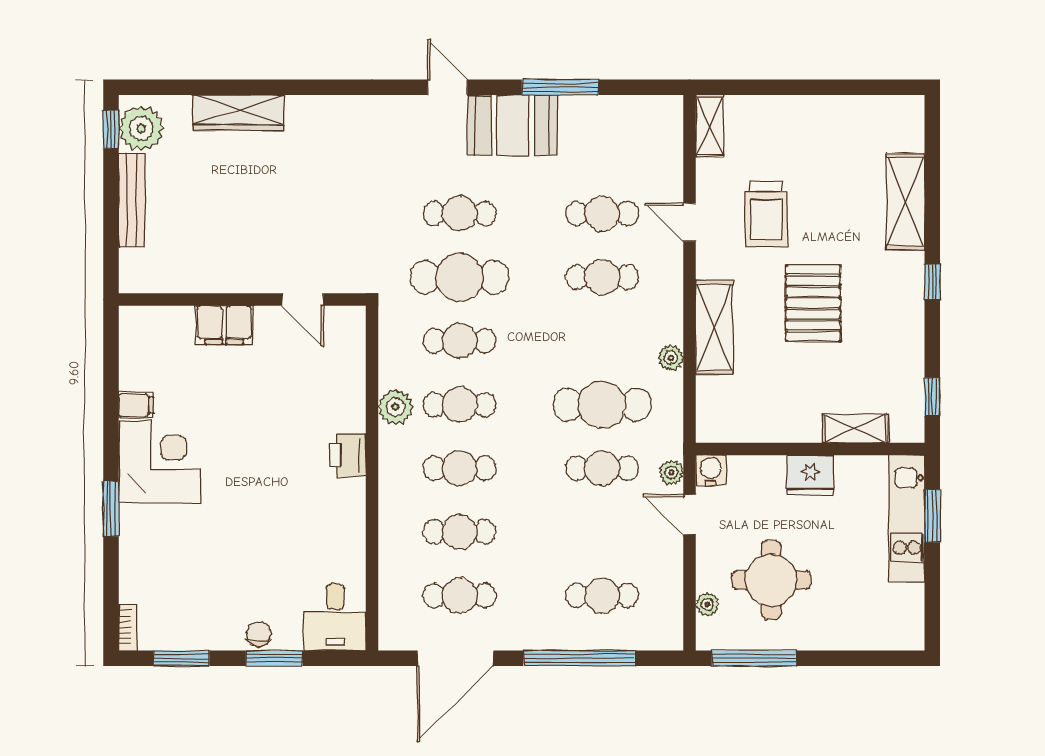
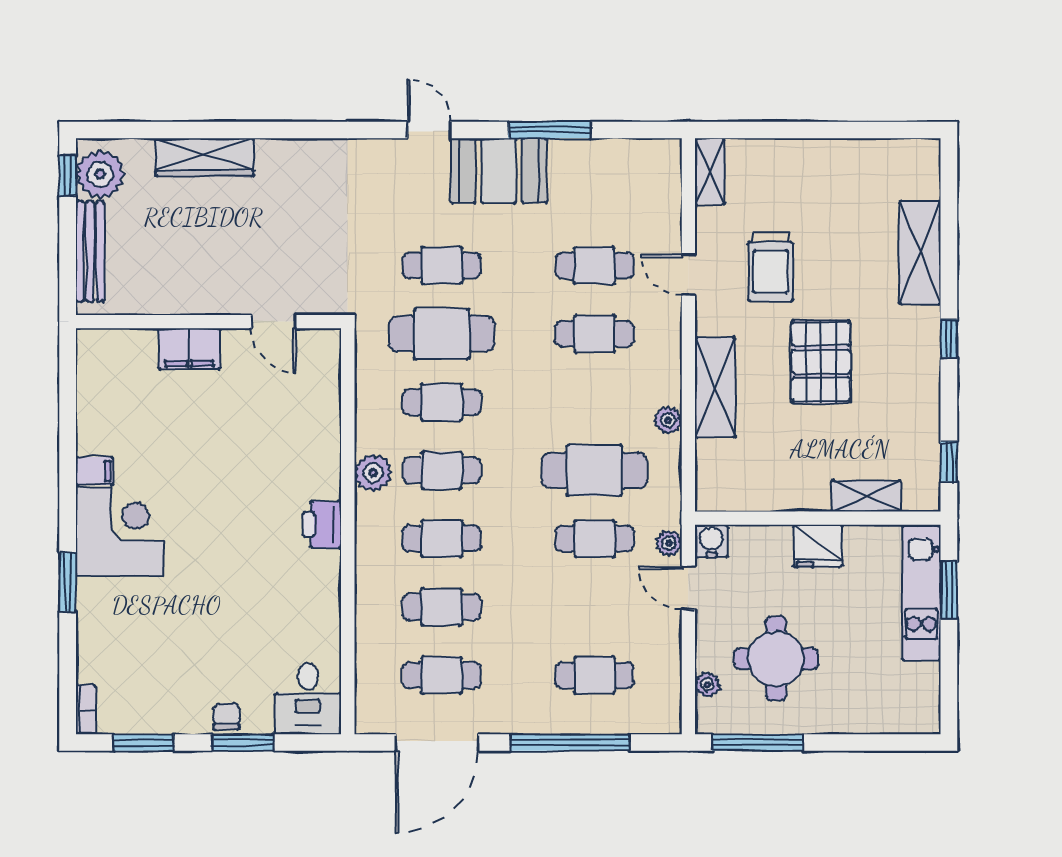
wall: (242, 299) -> (208, 322), moved
door: (303, 299) -> (273, 322), moved
filing cabinet: (224, 325) -> (189, 349), moved

